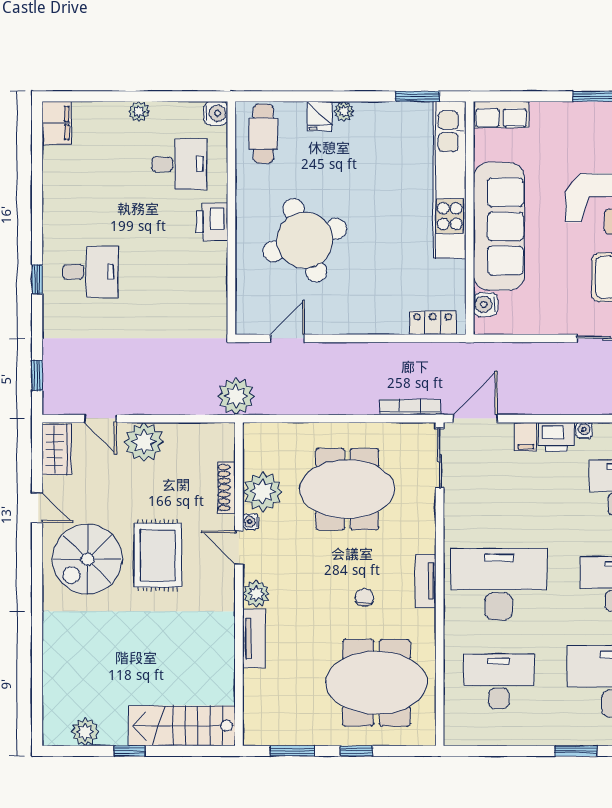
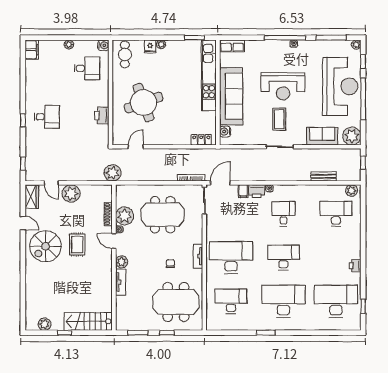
printer: (212, 222) -> (102, 115), moved
rug: (158, 555) -> (77, 245), width x0.73, depth x0.70

